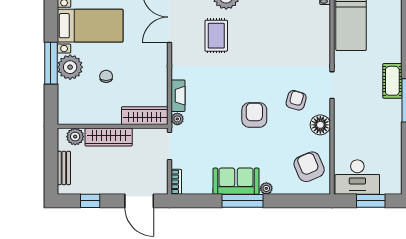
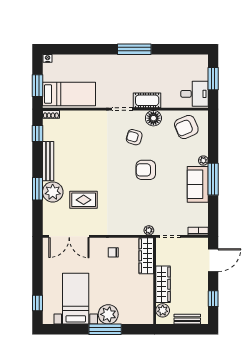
chair: (106, 76) -> (113, 252), moved
cot: (392, 81) -> (147, 100), moved
fireplace: (178, 96) -> (131, 230), removed
desk: (357, 177) -> (194, 94), width x0.73

